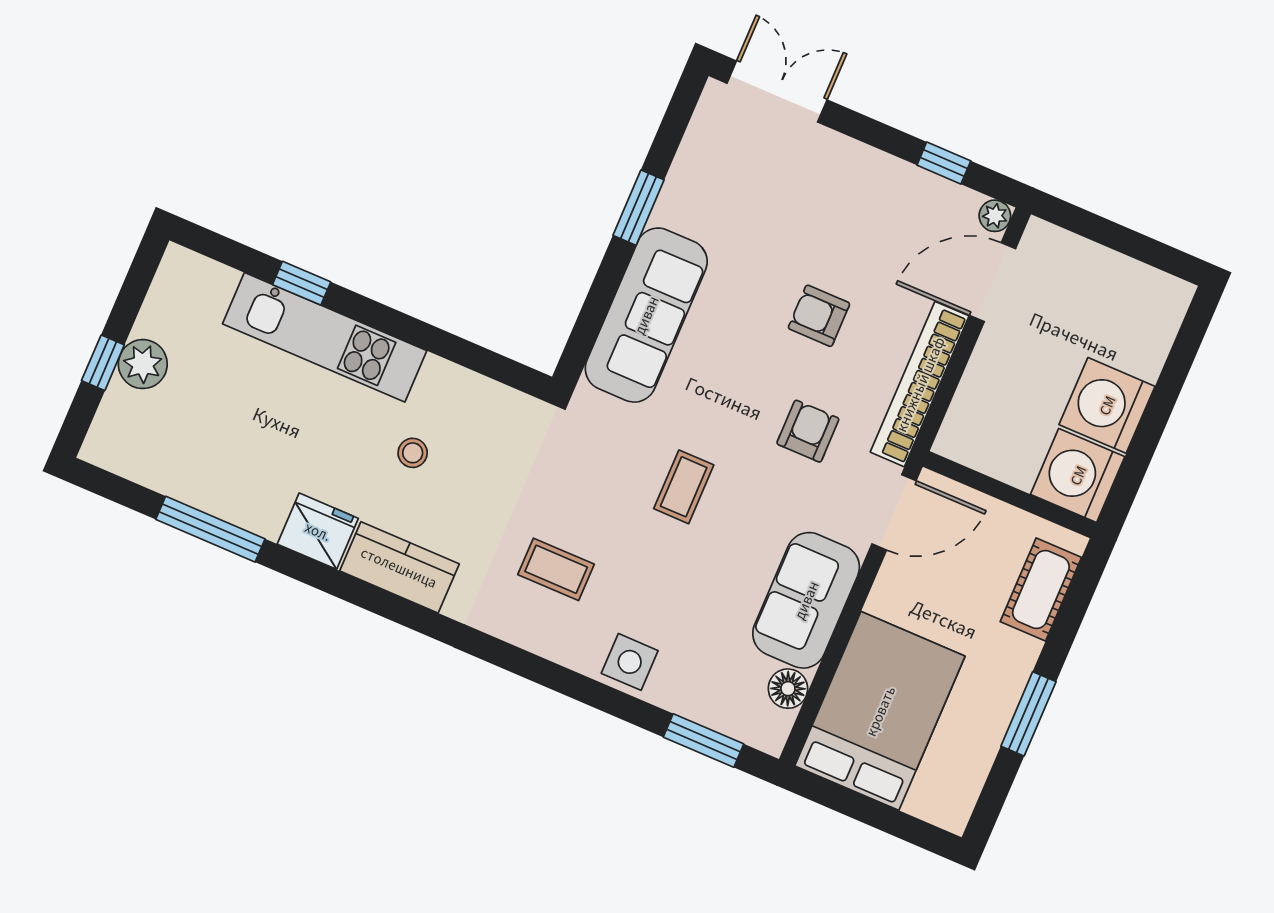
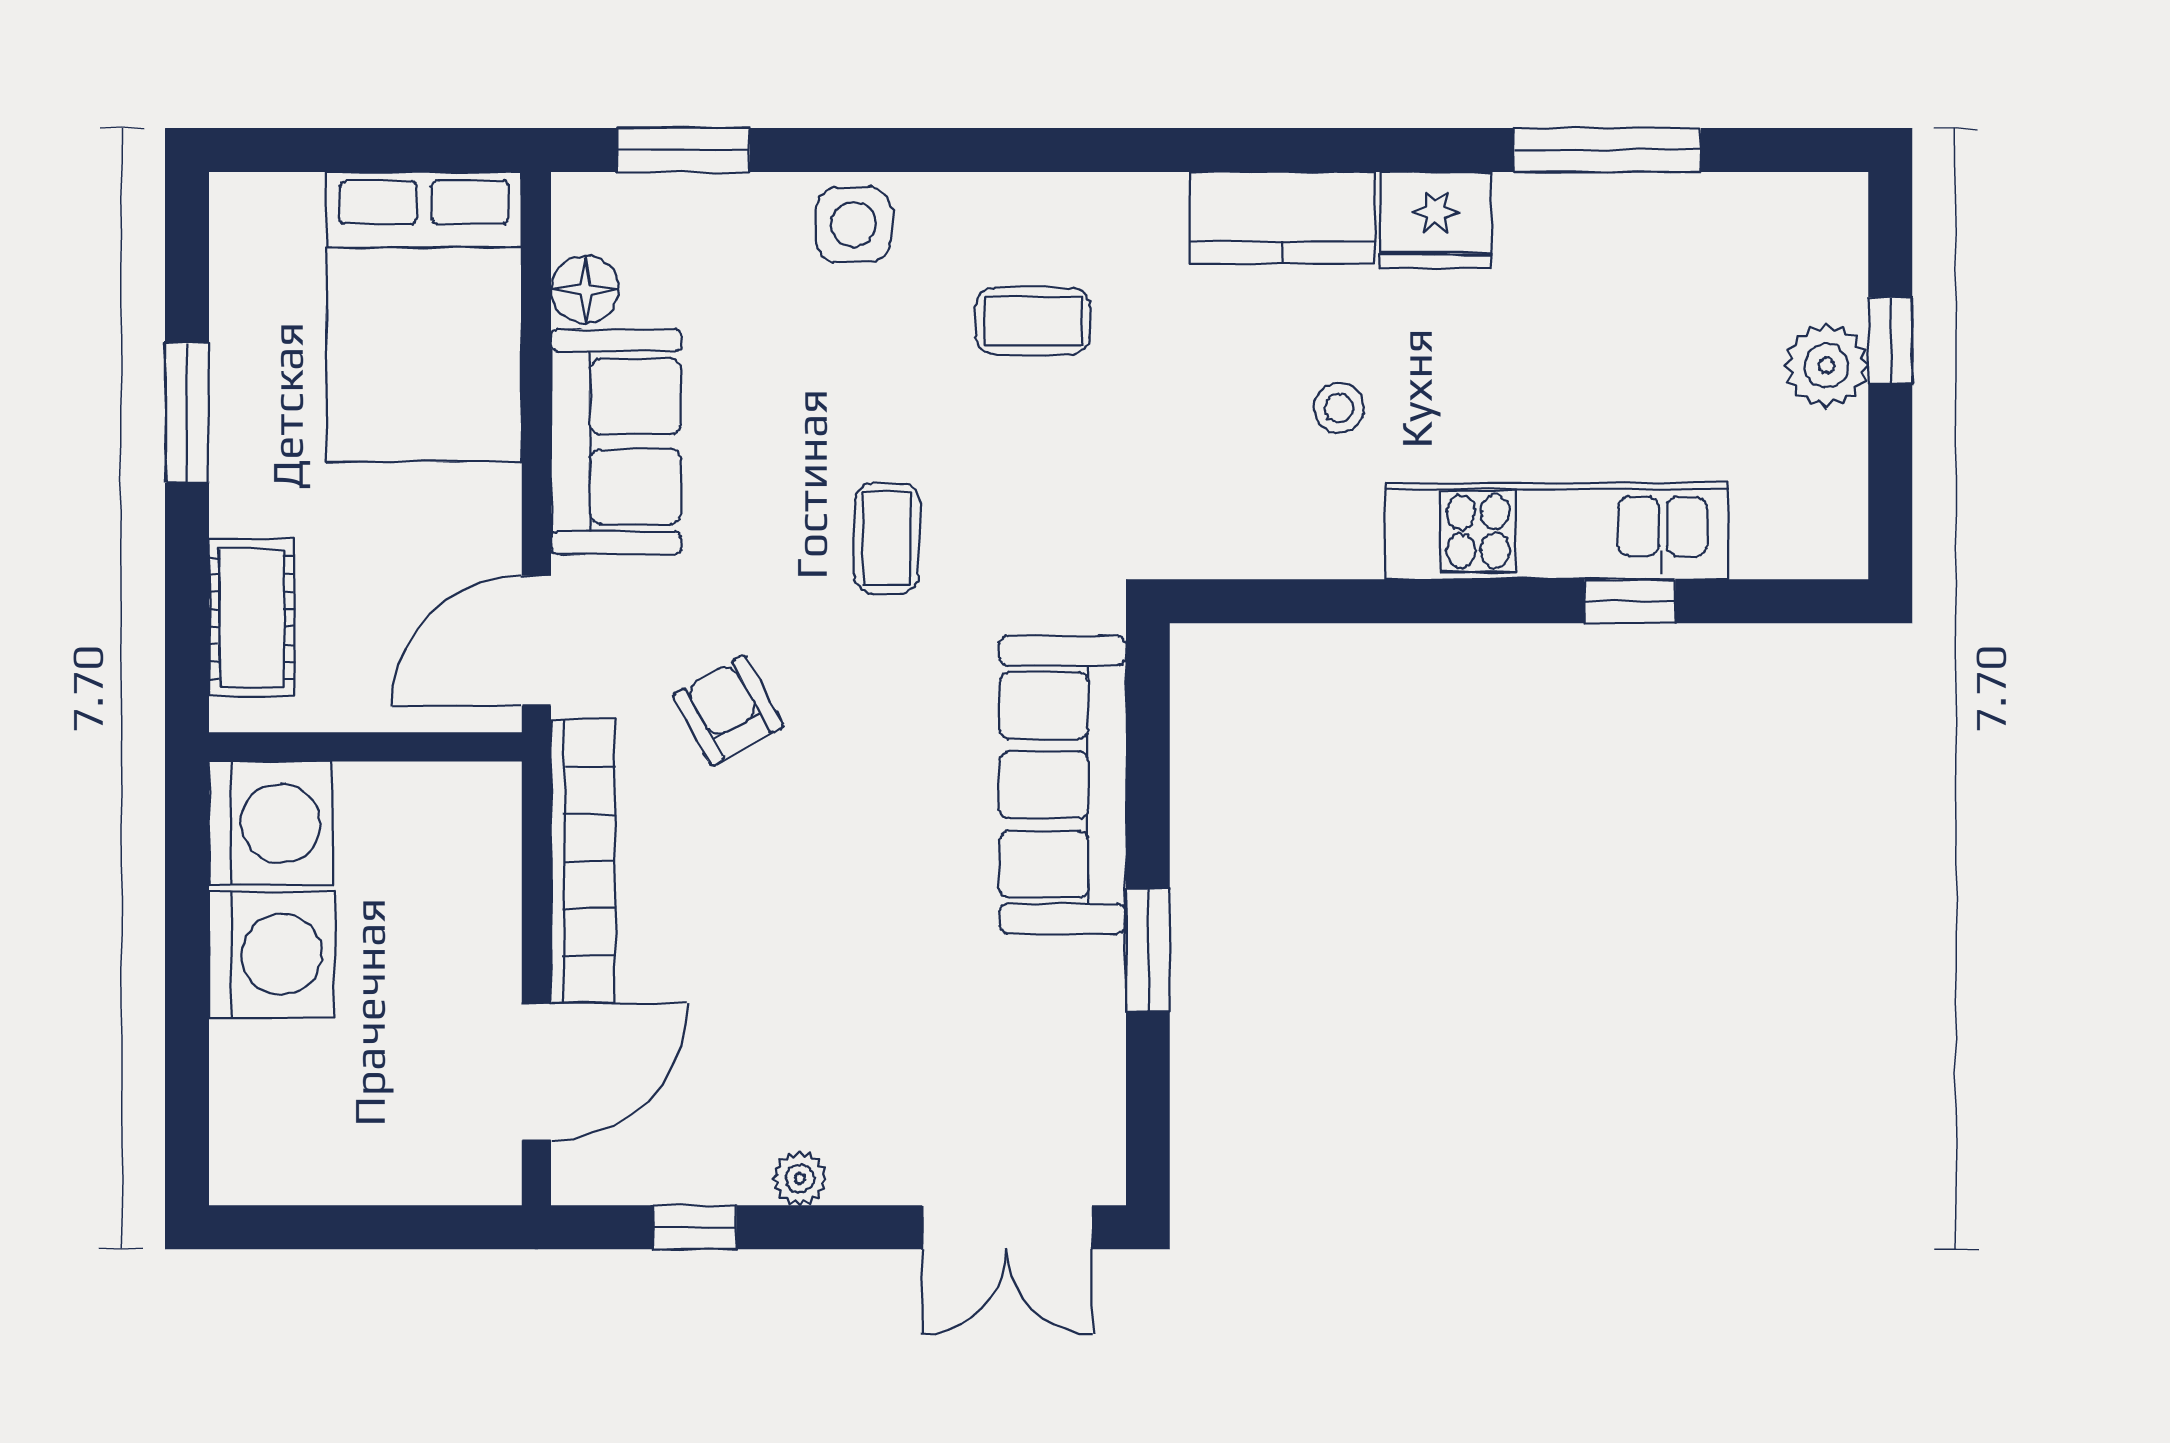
plant: (995, 216) -> (800, 1178), moved
armchair: (819, 316) -> (789, 901), removed
armchair: (808, 431) -> (728, 711), turned 151

